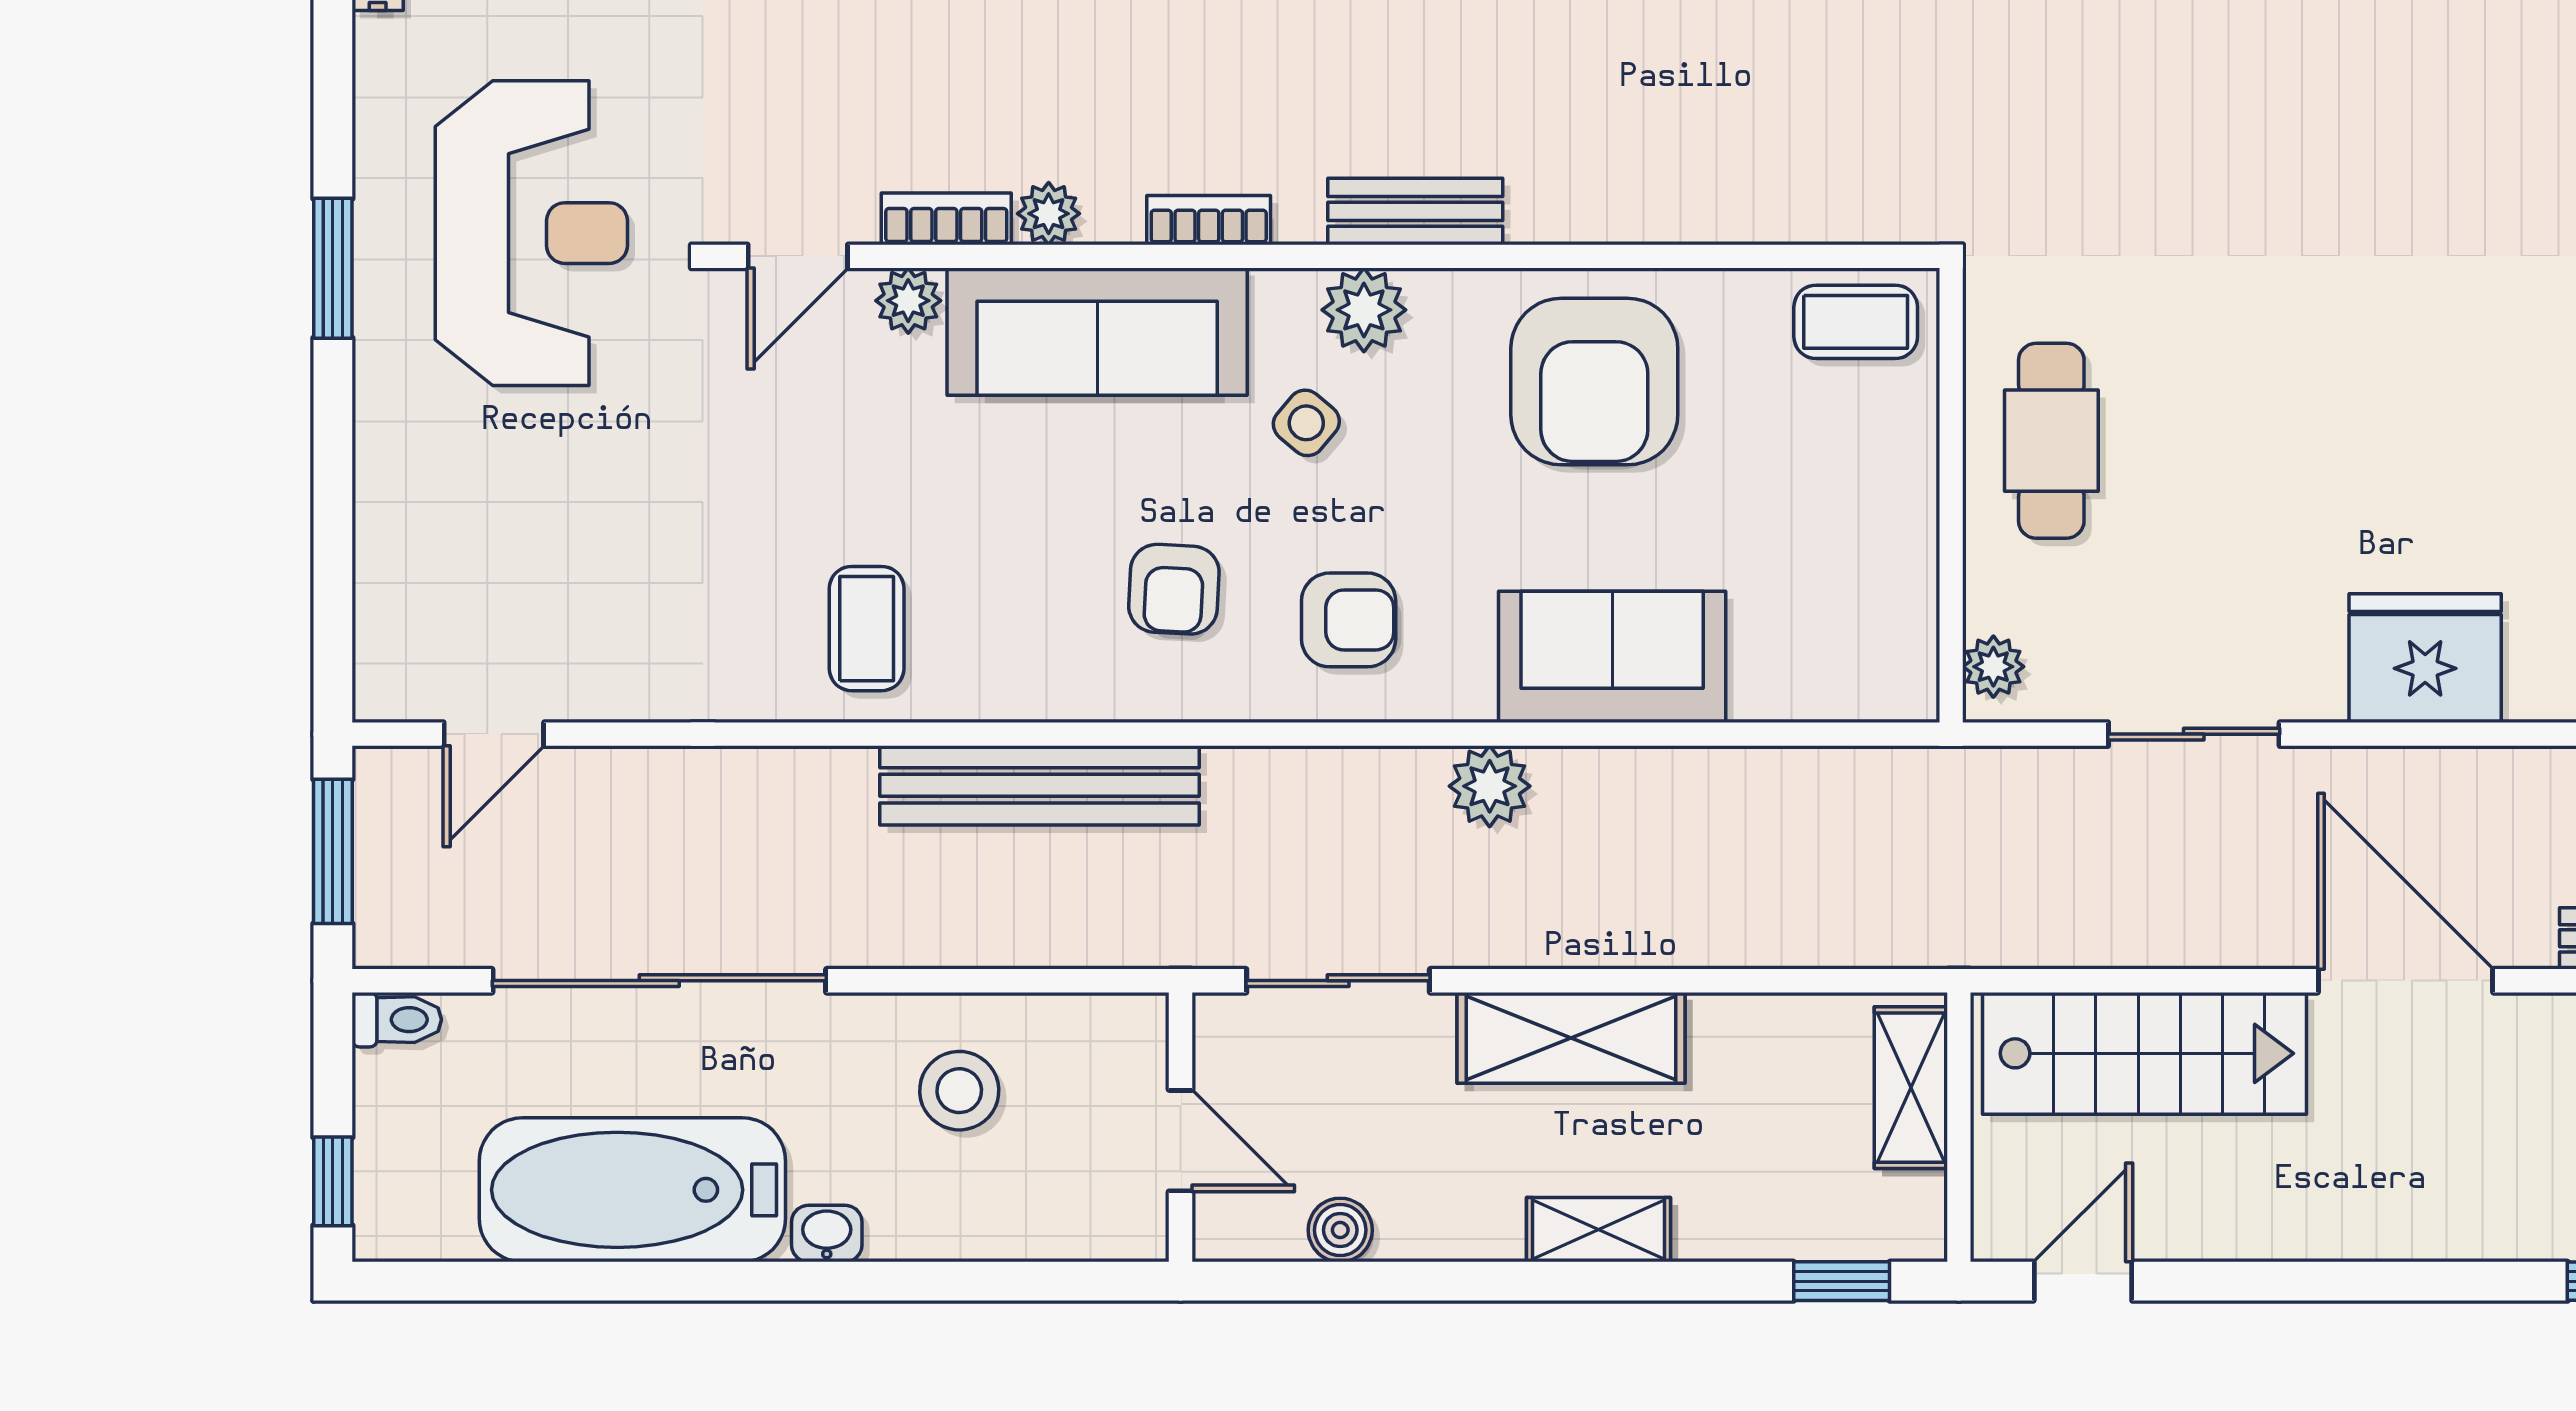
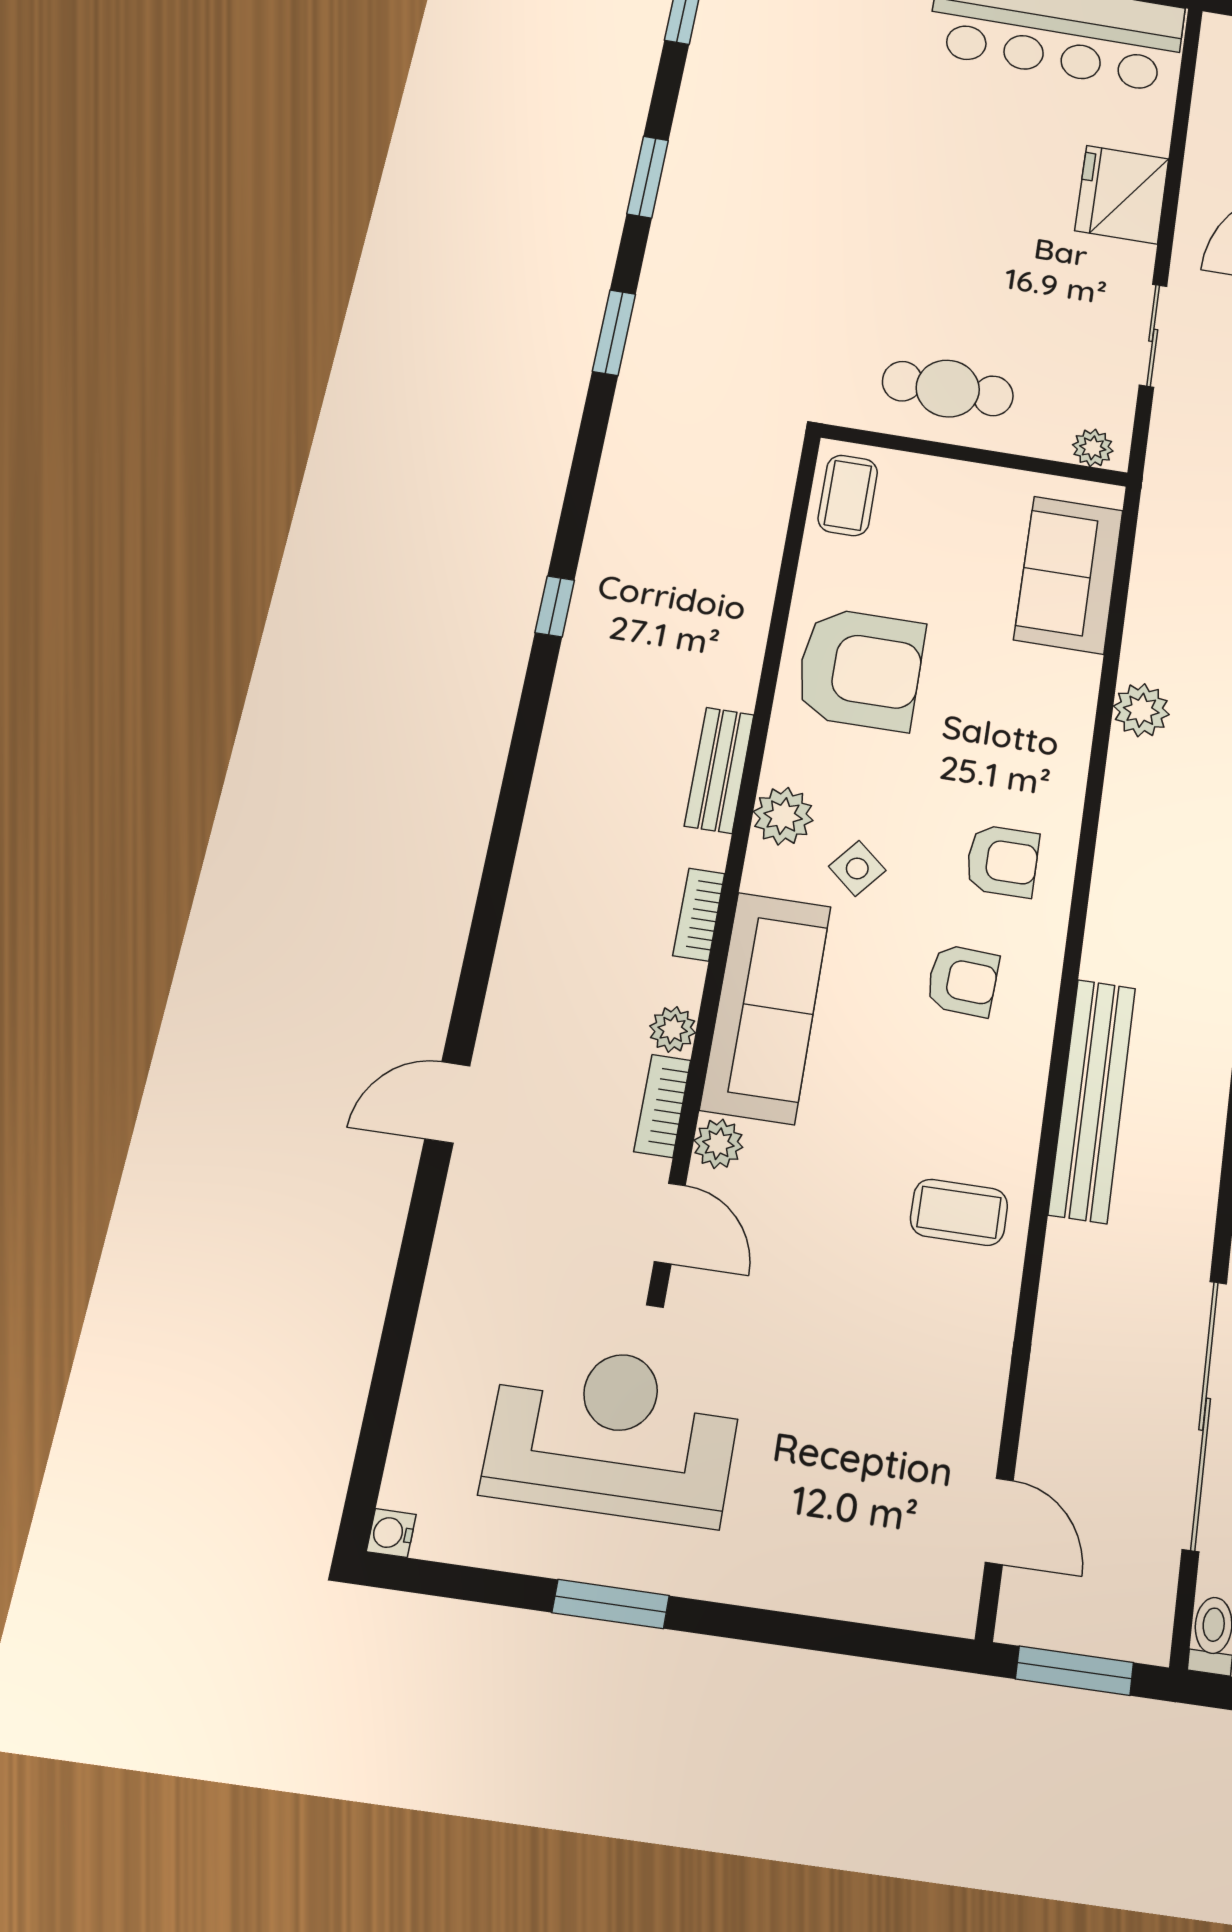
armchair: (1349, 620) -> (1002, 861), turned 90
sofa: (1612, 657) -> (1069, 575), moved
plant: (1490, 786) -> (1141, 710), moved

